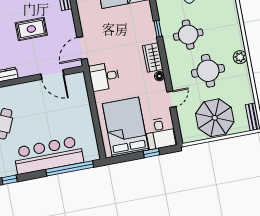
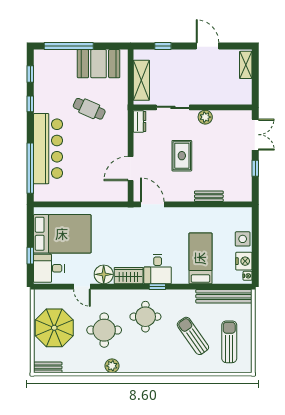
desk: (104, 76) -> (158, 269), moved, turned 180
floor lamp: (159, 76) -> (104, 274), width x1.89, depth x1.89

